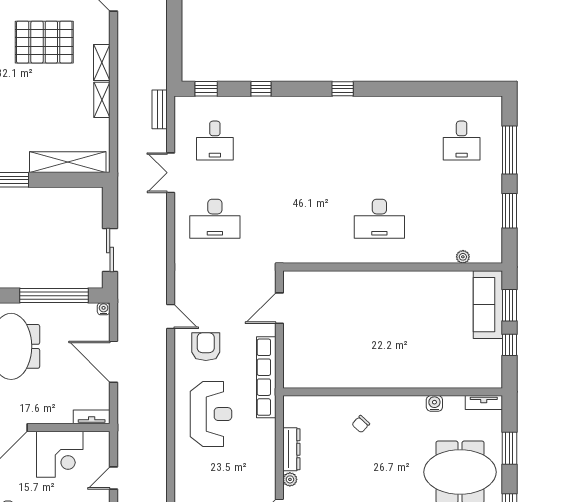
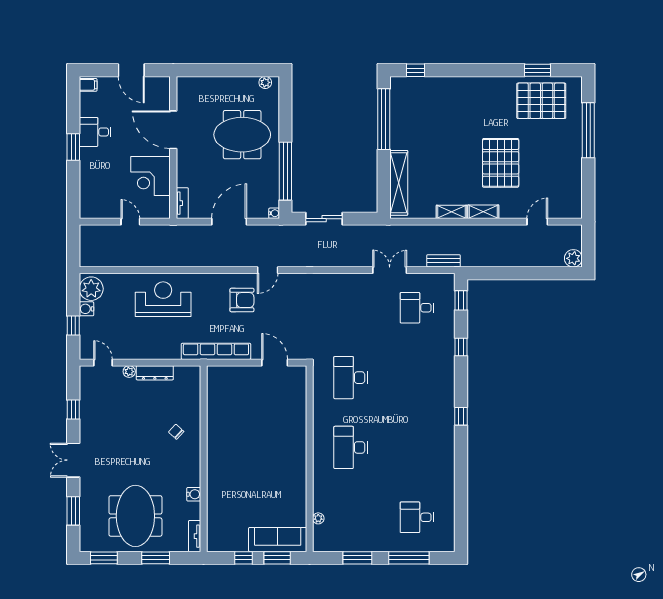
desk: (215, 219) -> (351, 378), moved
reception desk: (211, 414) -> (163, 299), moved, turned 180

